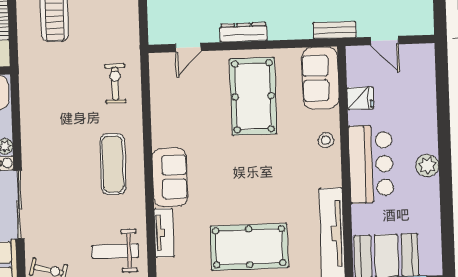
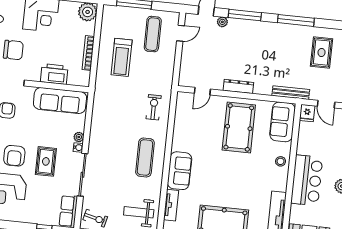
bench: (335, 30) -> (291, 93), width x1.36
fridge: (360, 98) -> (307, 113), moved, turned 90

